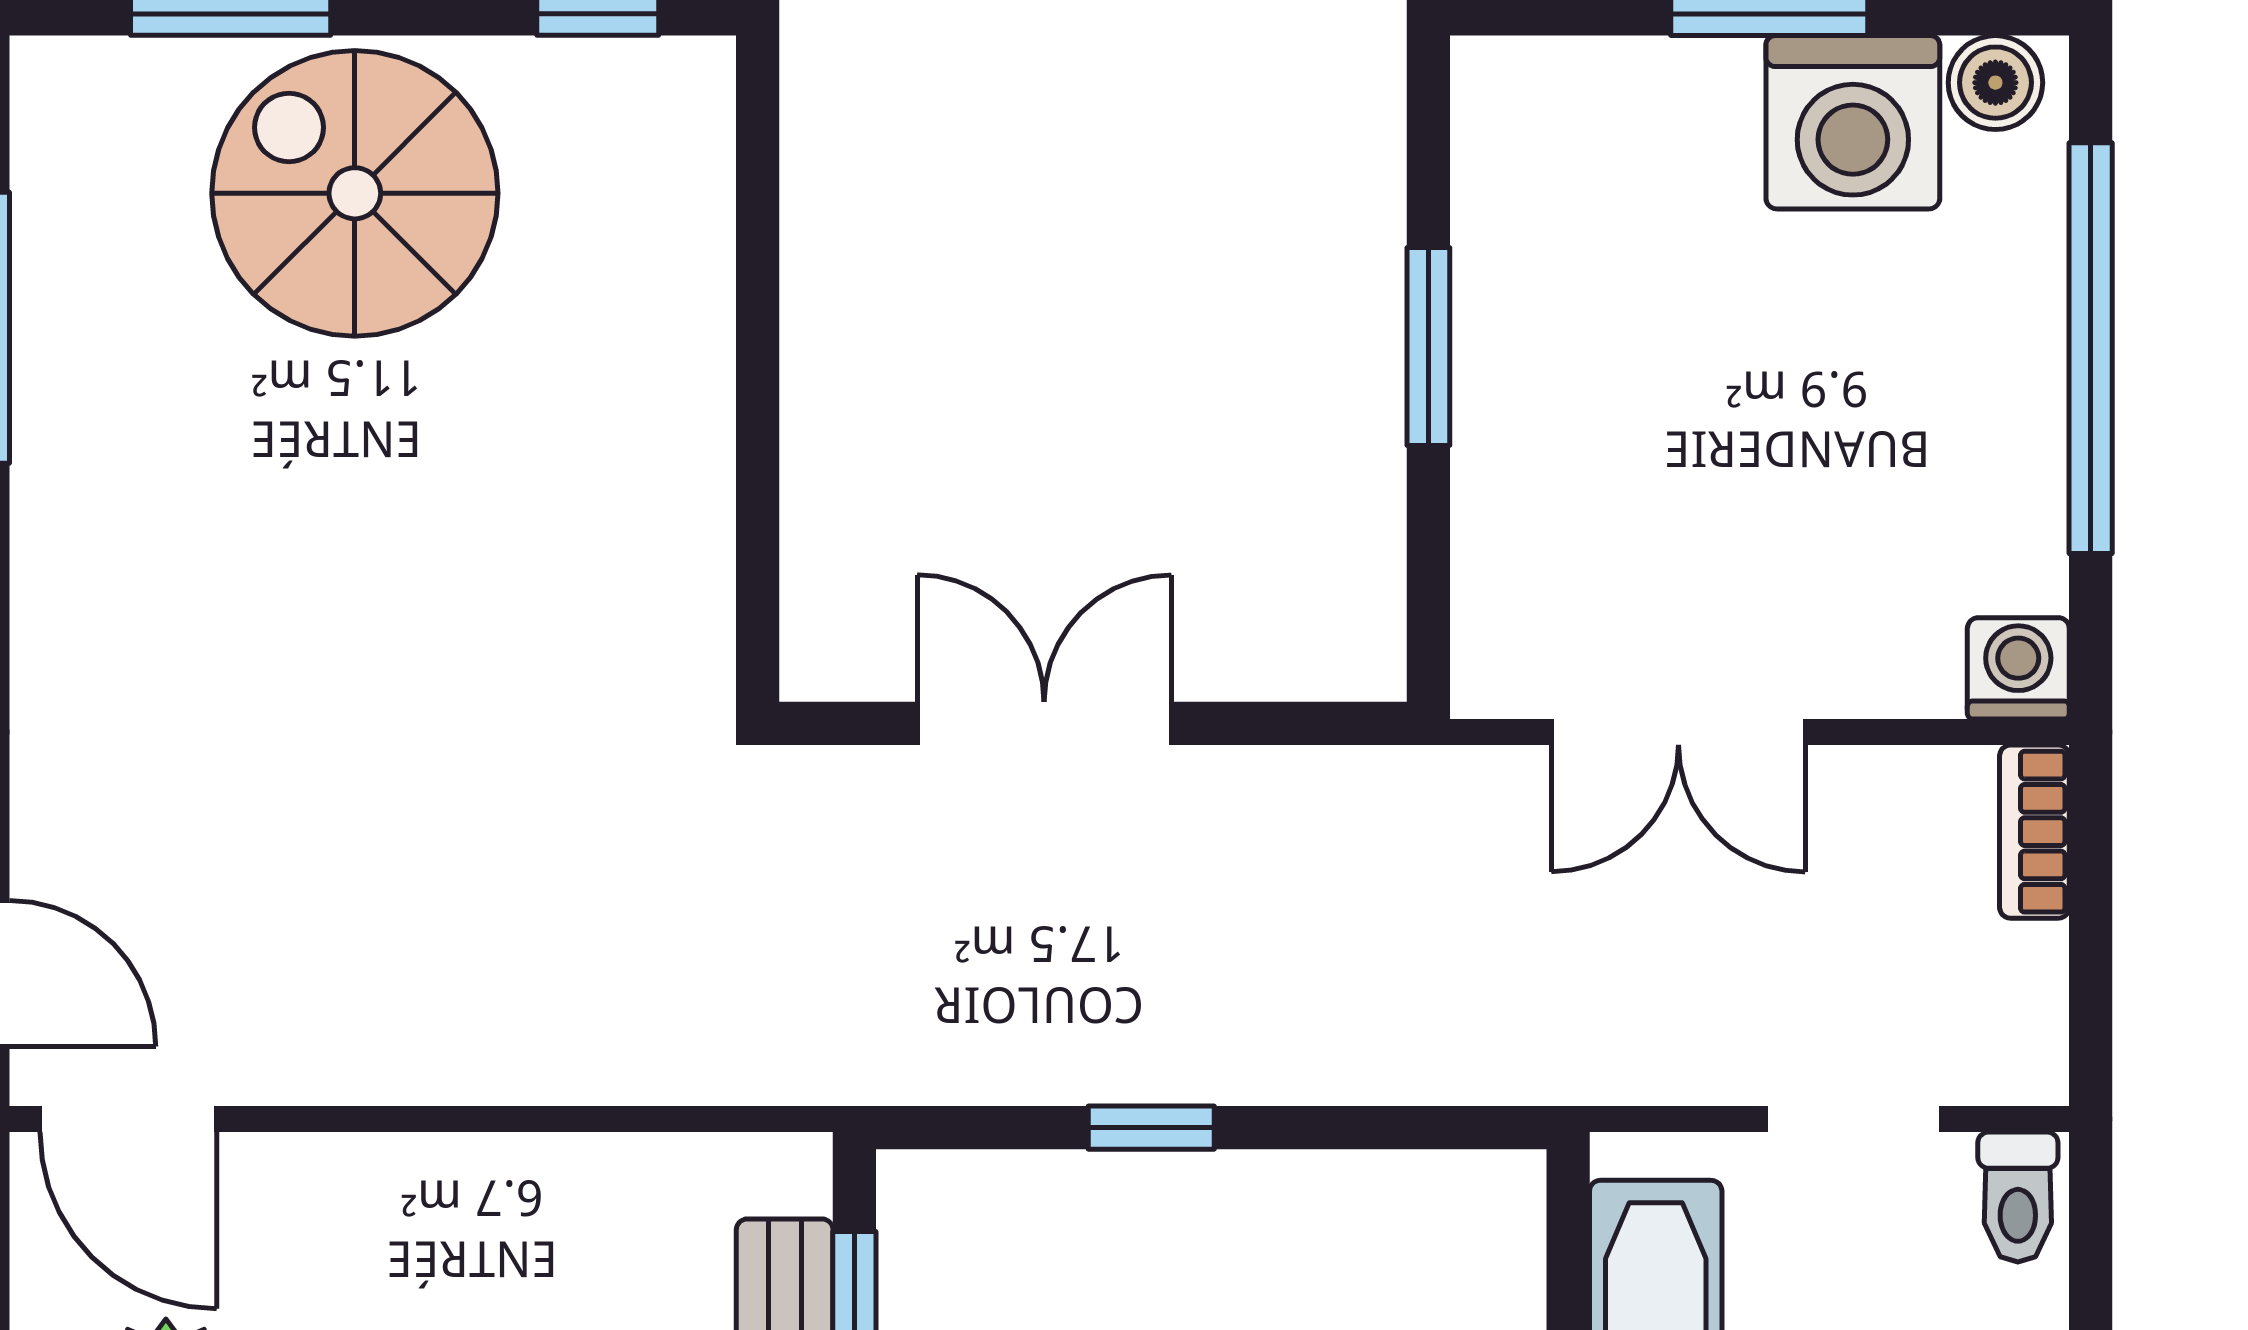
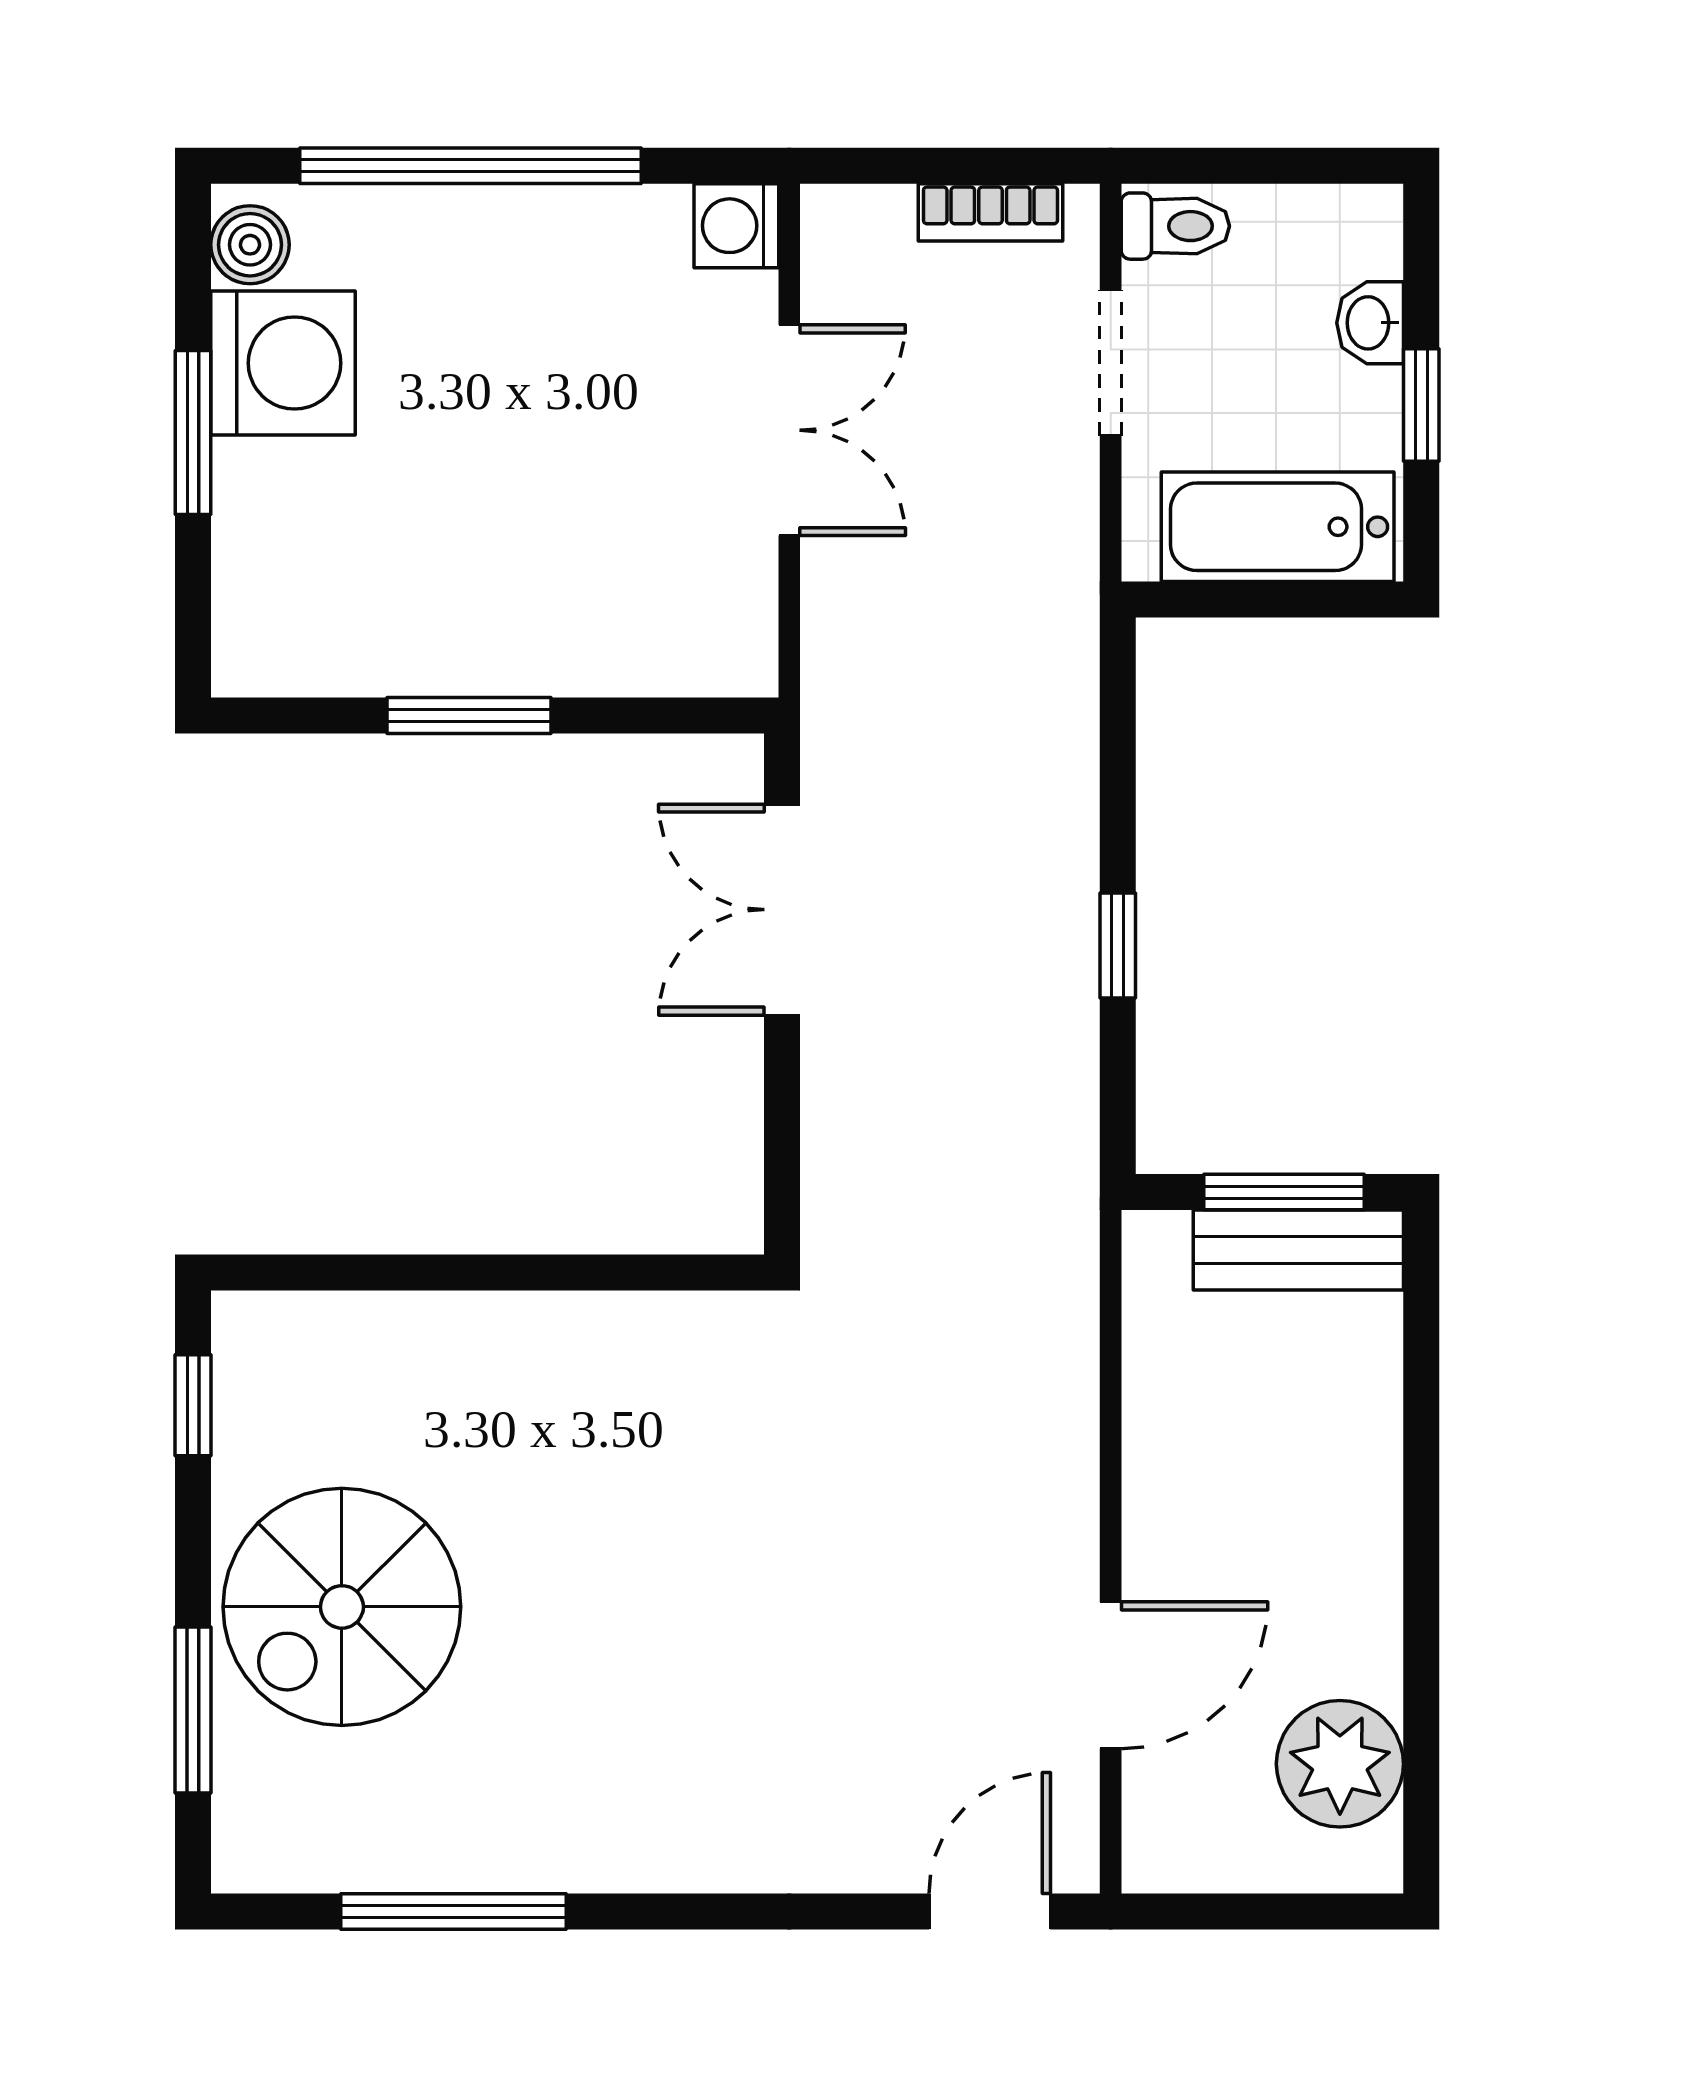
double door: (1044, 723) -> (782, 910), moved
double door: (1678, 732) -> (789, 430), moved
bookcase: (2034, 832) -> (990, 212), moved
door: (128, 1119) -> (1111, 1675), moved

